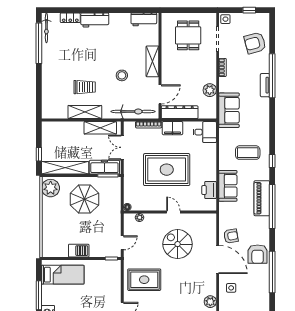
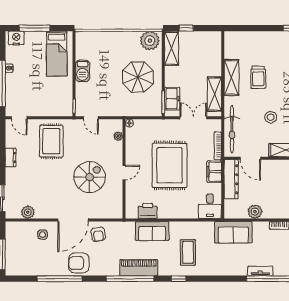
freezer: (104, 167) -> (172, 99), width x0.71
shelving: (65, 168) -> (172, 48), width x0.68

